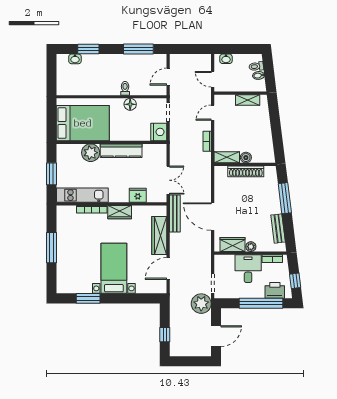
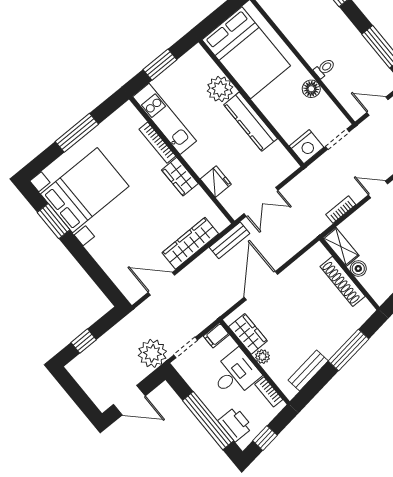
bench: (175, 214) -> (230, 240), width x0.73
filing cabinet: (219, 262) -> (216, 335), added
bed with nightstands: (114, 268) -> (85, 190), moved, width x1.36

